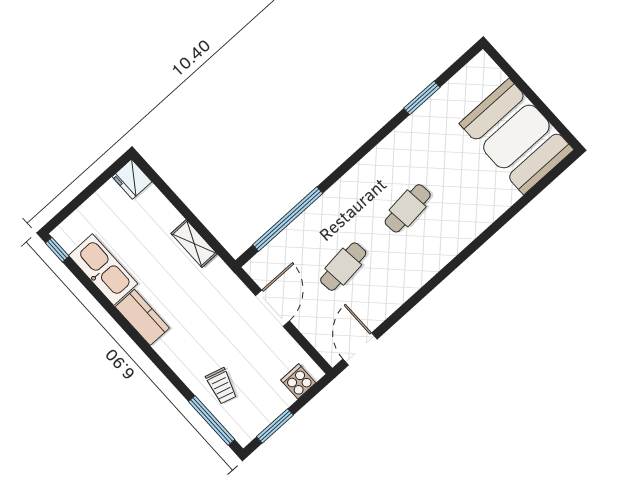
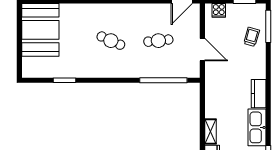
cafe table: (408, 208) -> (111, 41), turned 30
shelving: (194, 244) -> (211, 132), moved
door: (272, 308) -> (202, 50), swing flipped

